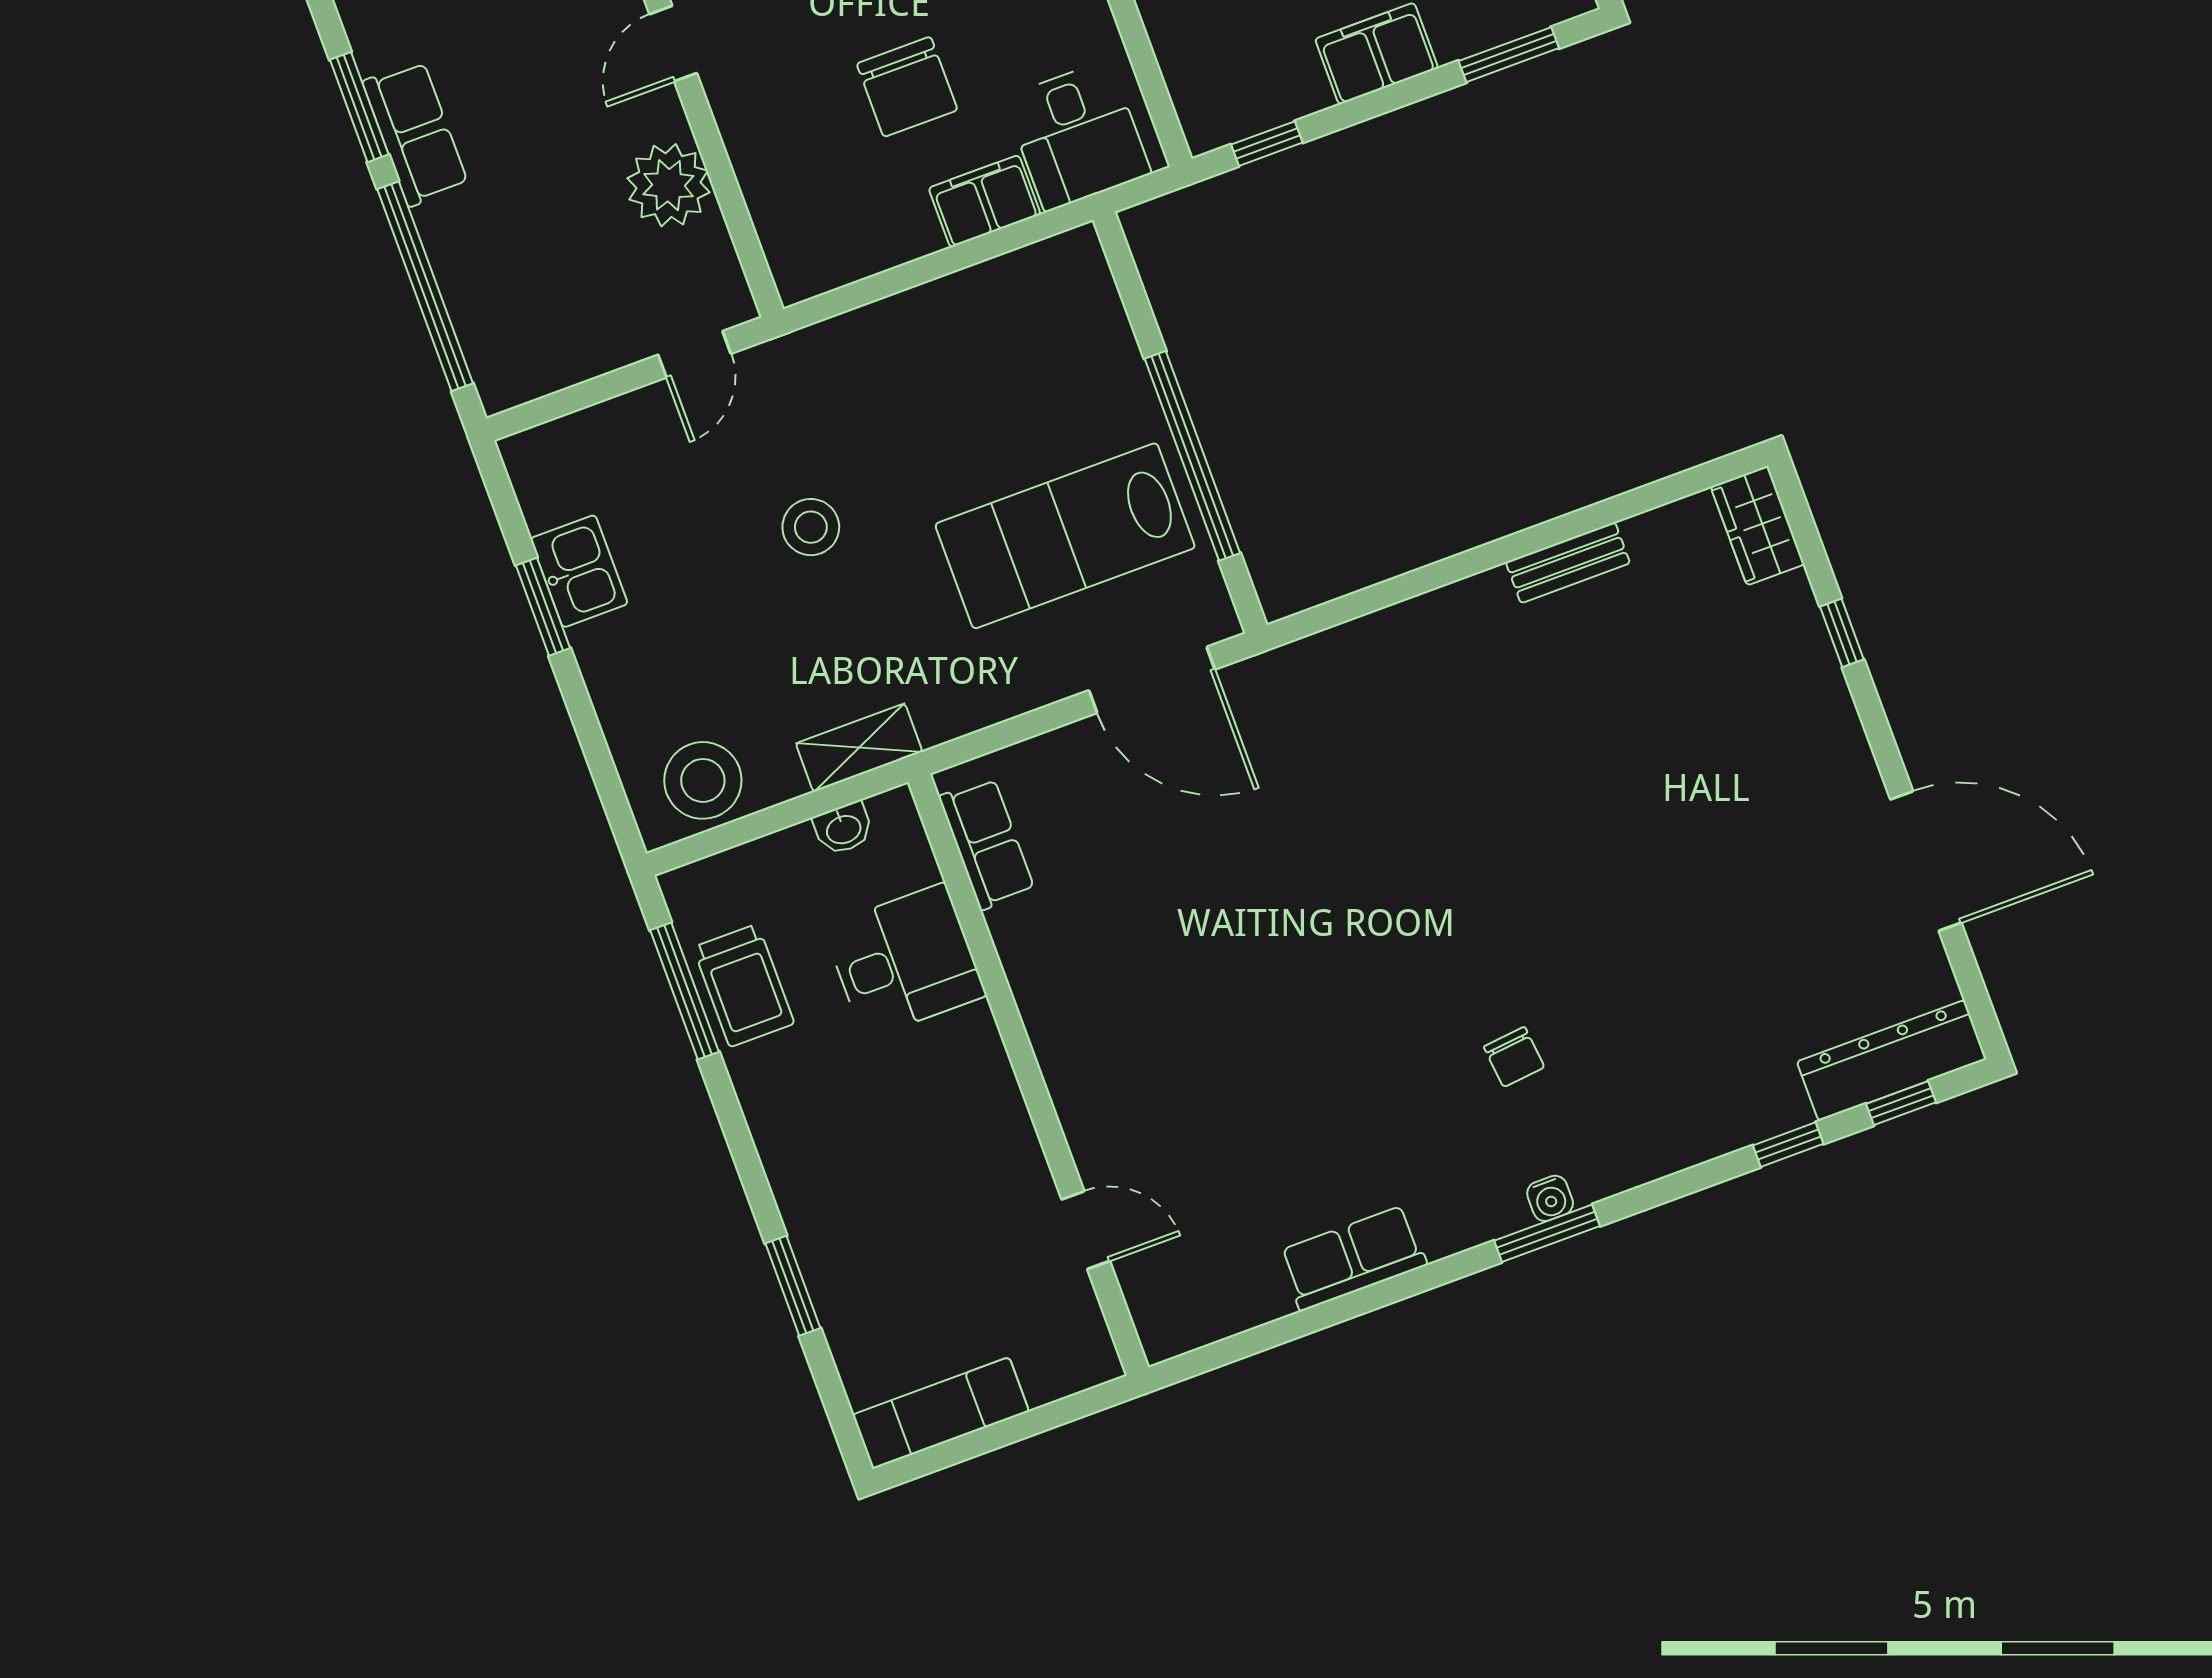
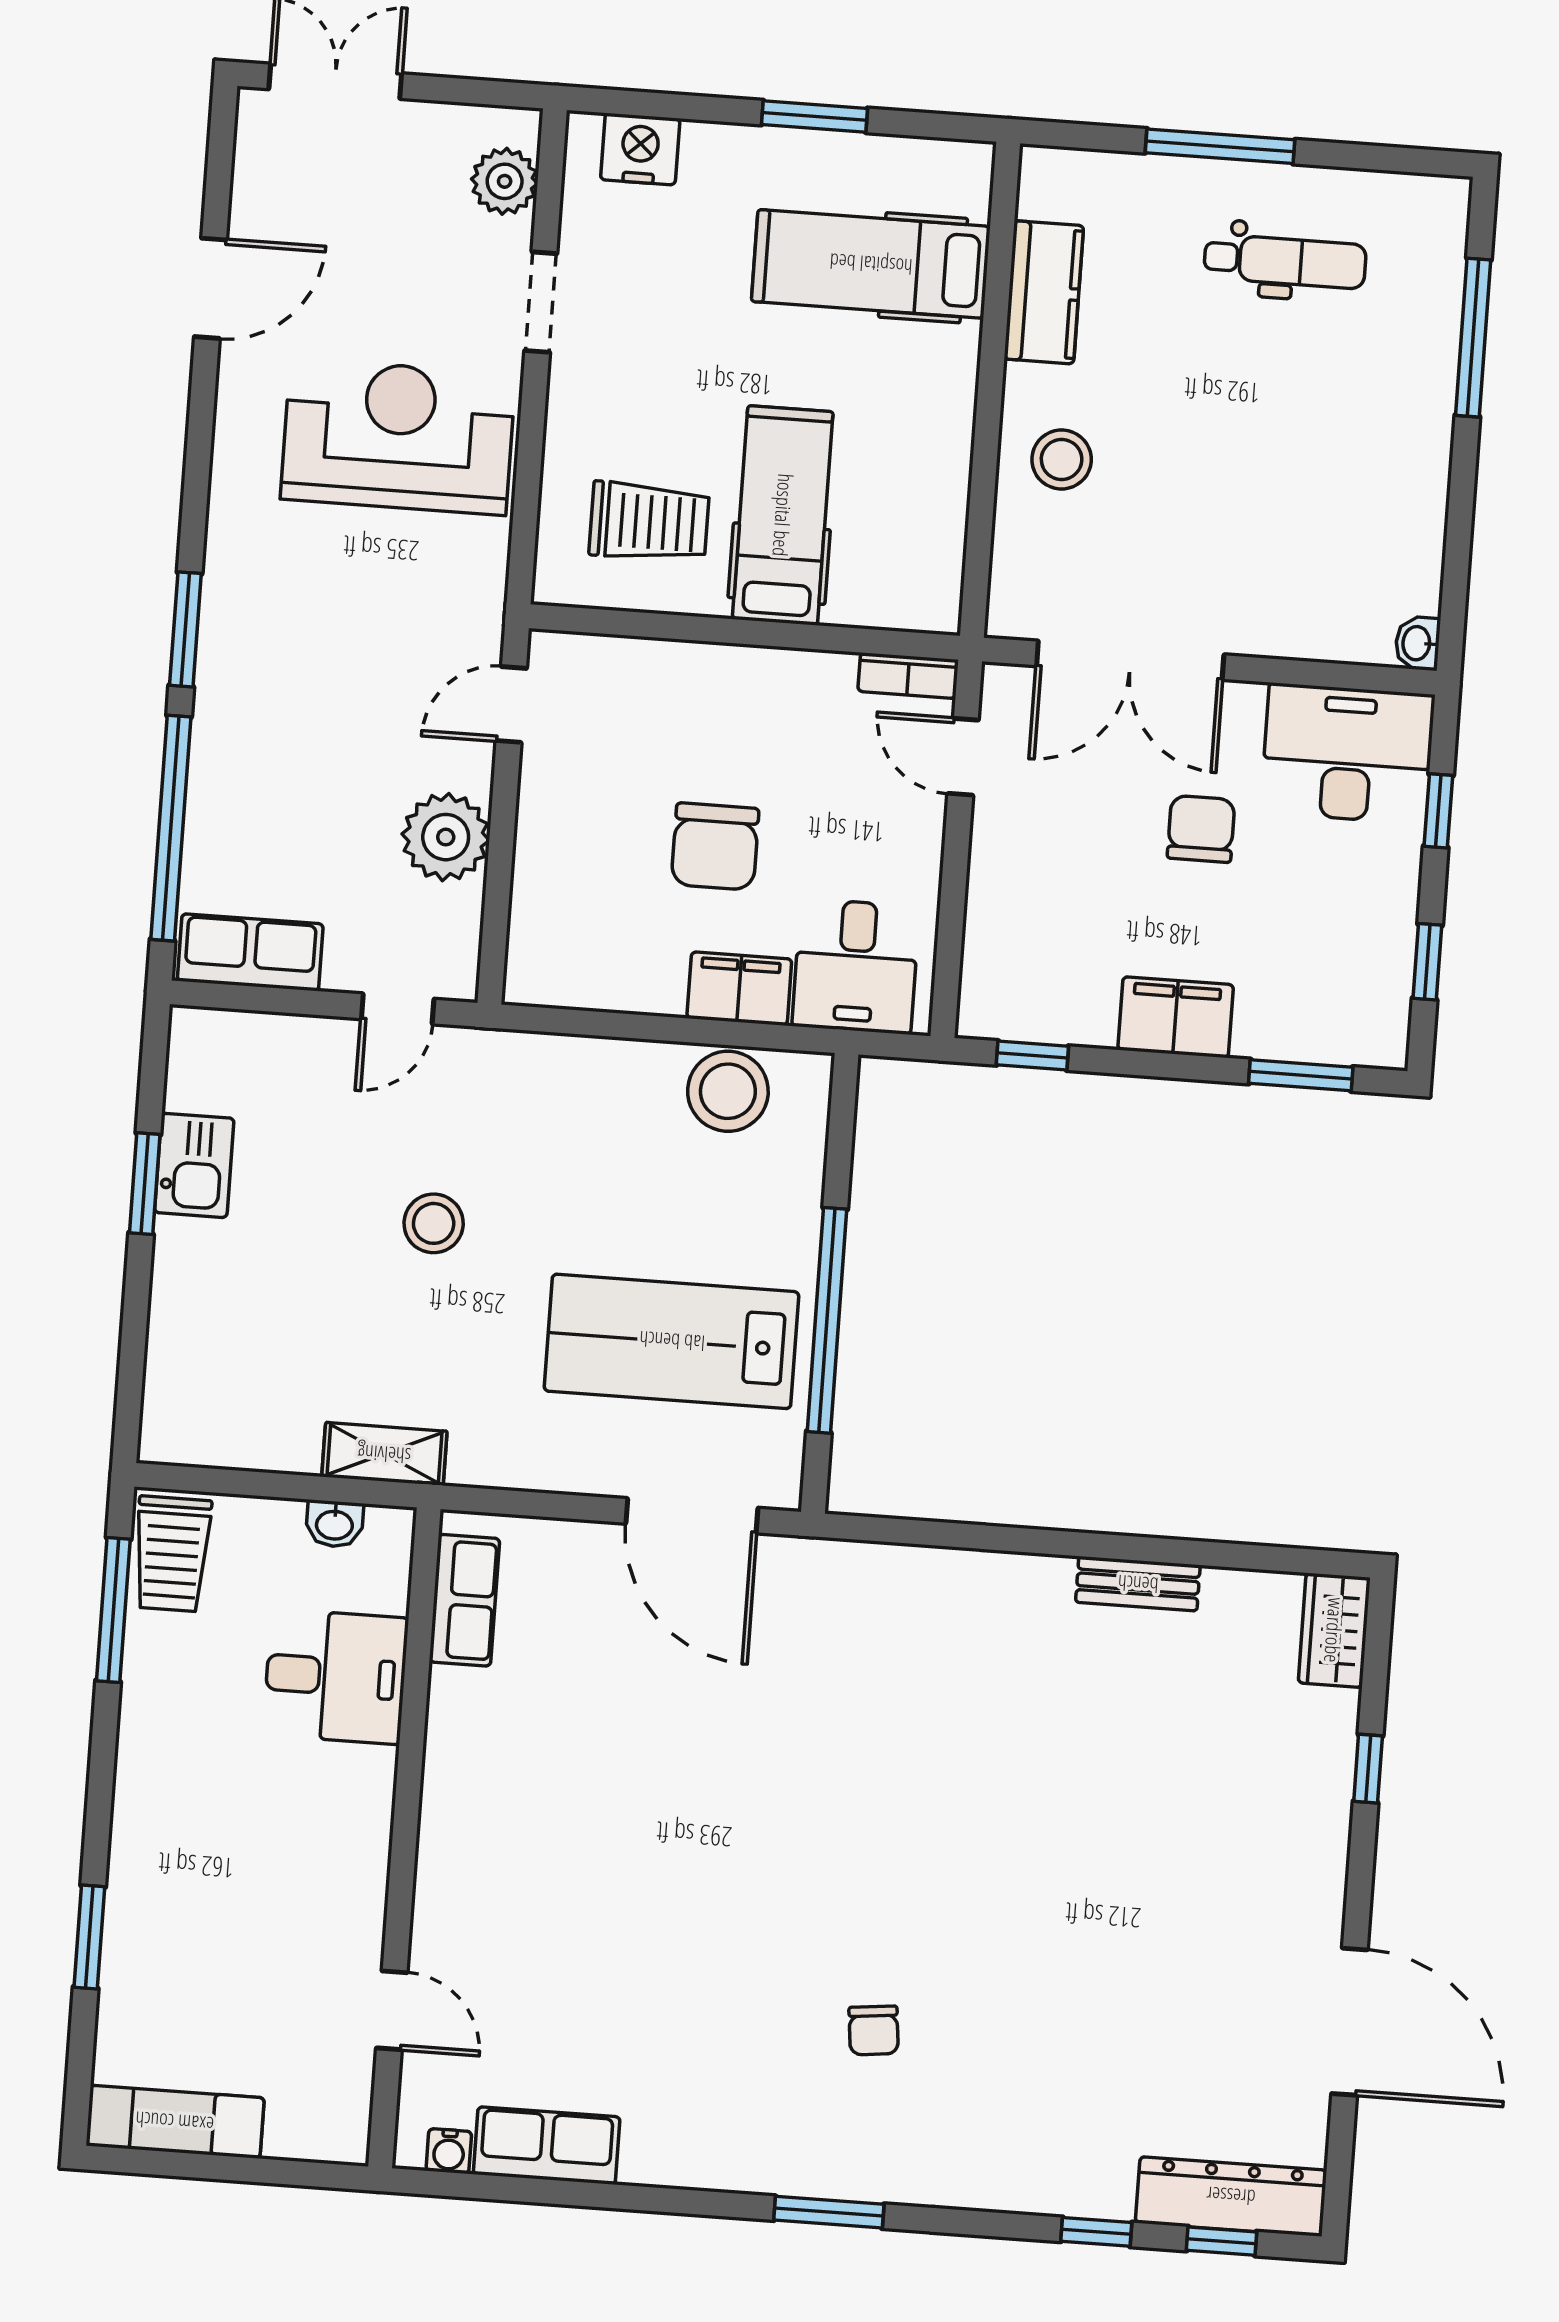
row of seats: (415, 133) -> (250, 952), moved, turned -90
stool: (703, 780) -> (728, 1091), moved
trolley: (744, 985) -> (172, 1554), moved
water cooler: (1550, 1198) -> (449, 2151), moved
row of seats: (1353, 1258) -> (547, 2146), moved

